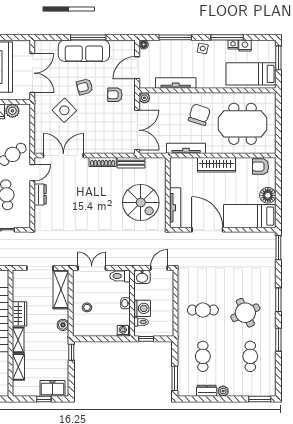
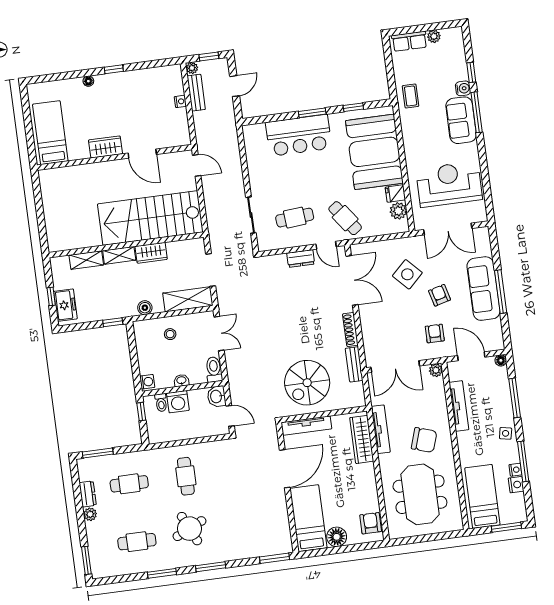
wardrobe: (216, 165) -> (362, 439), moved

